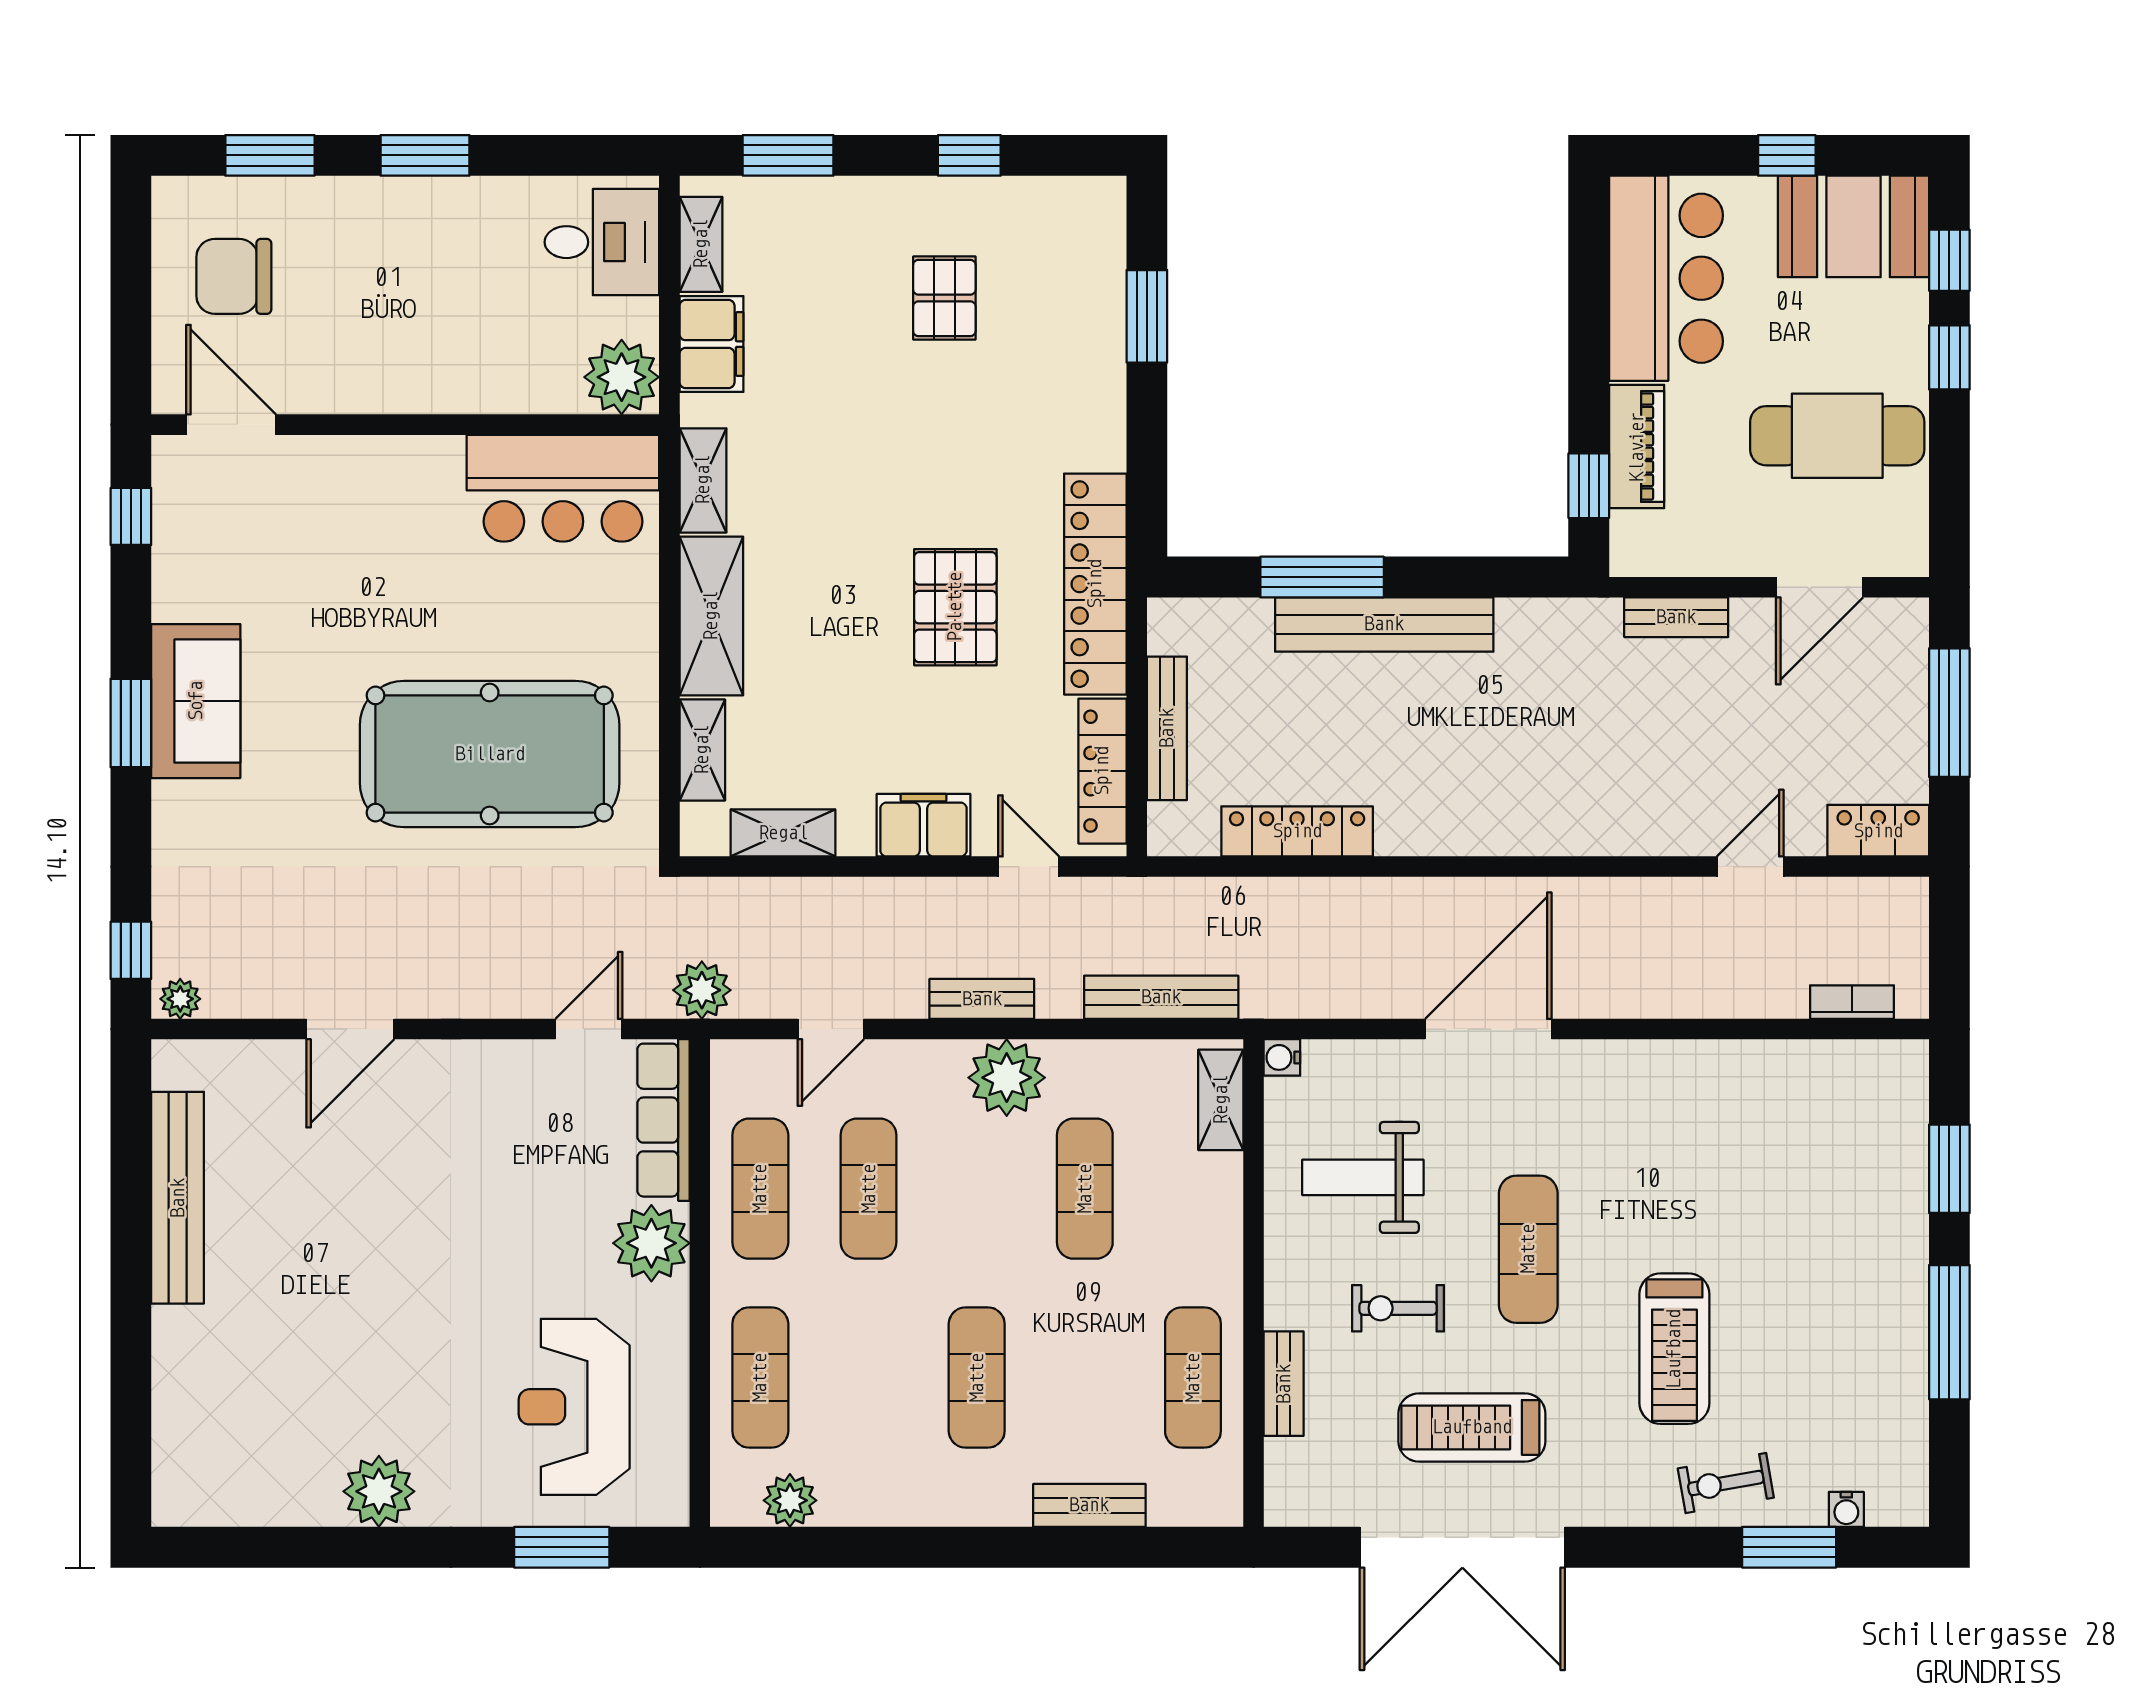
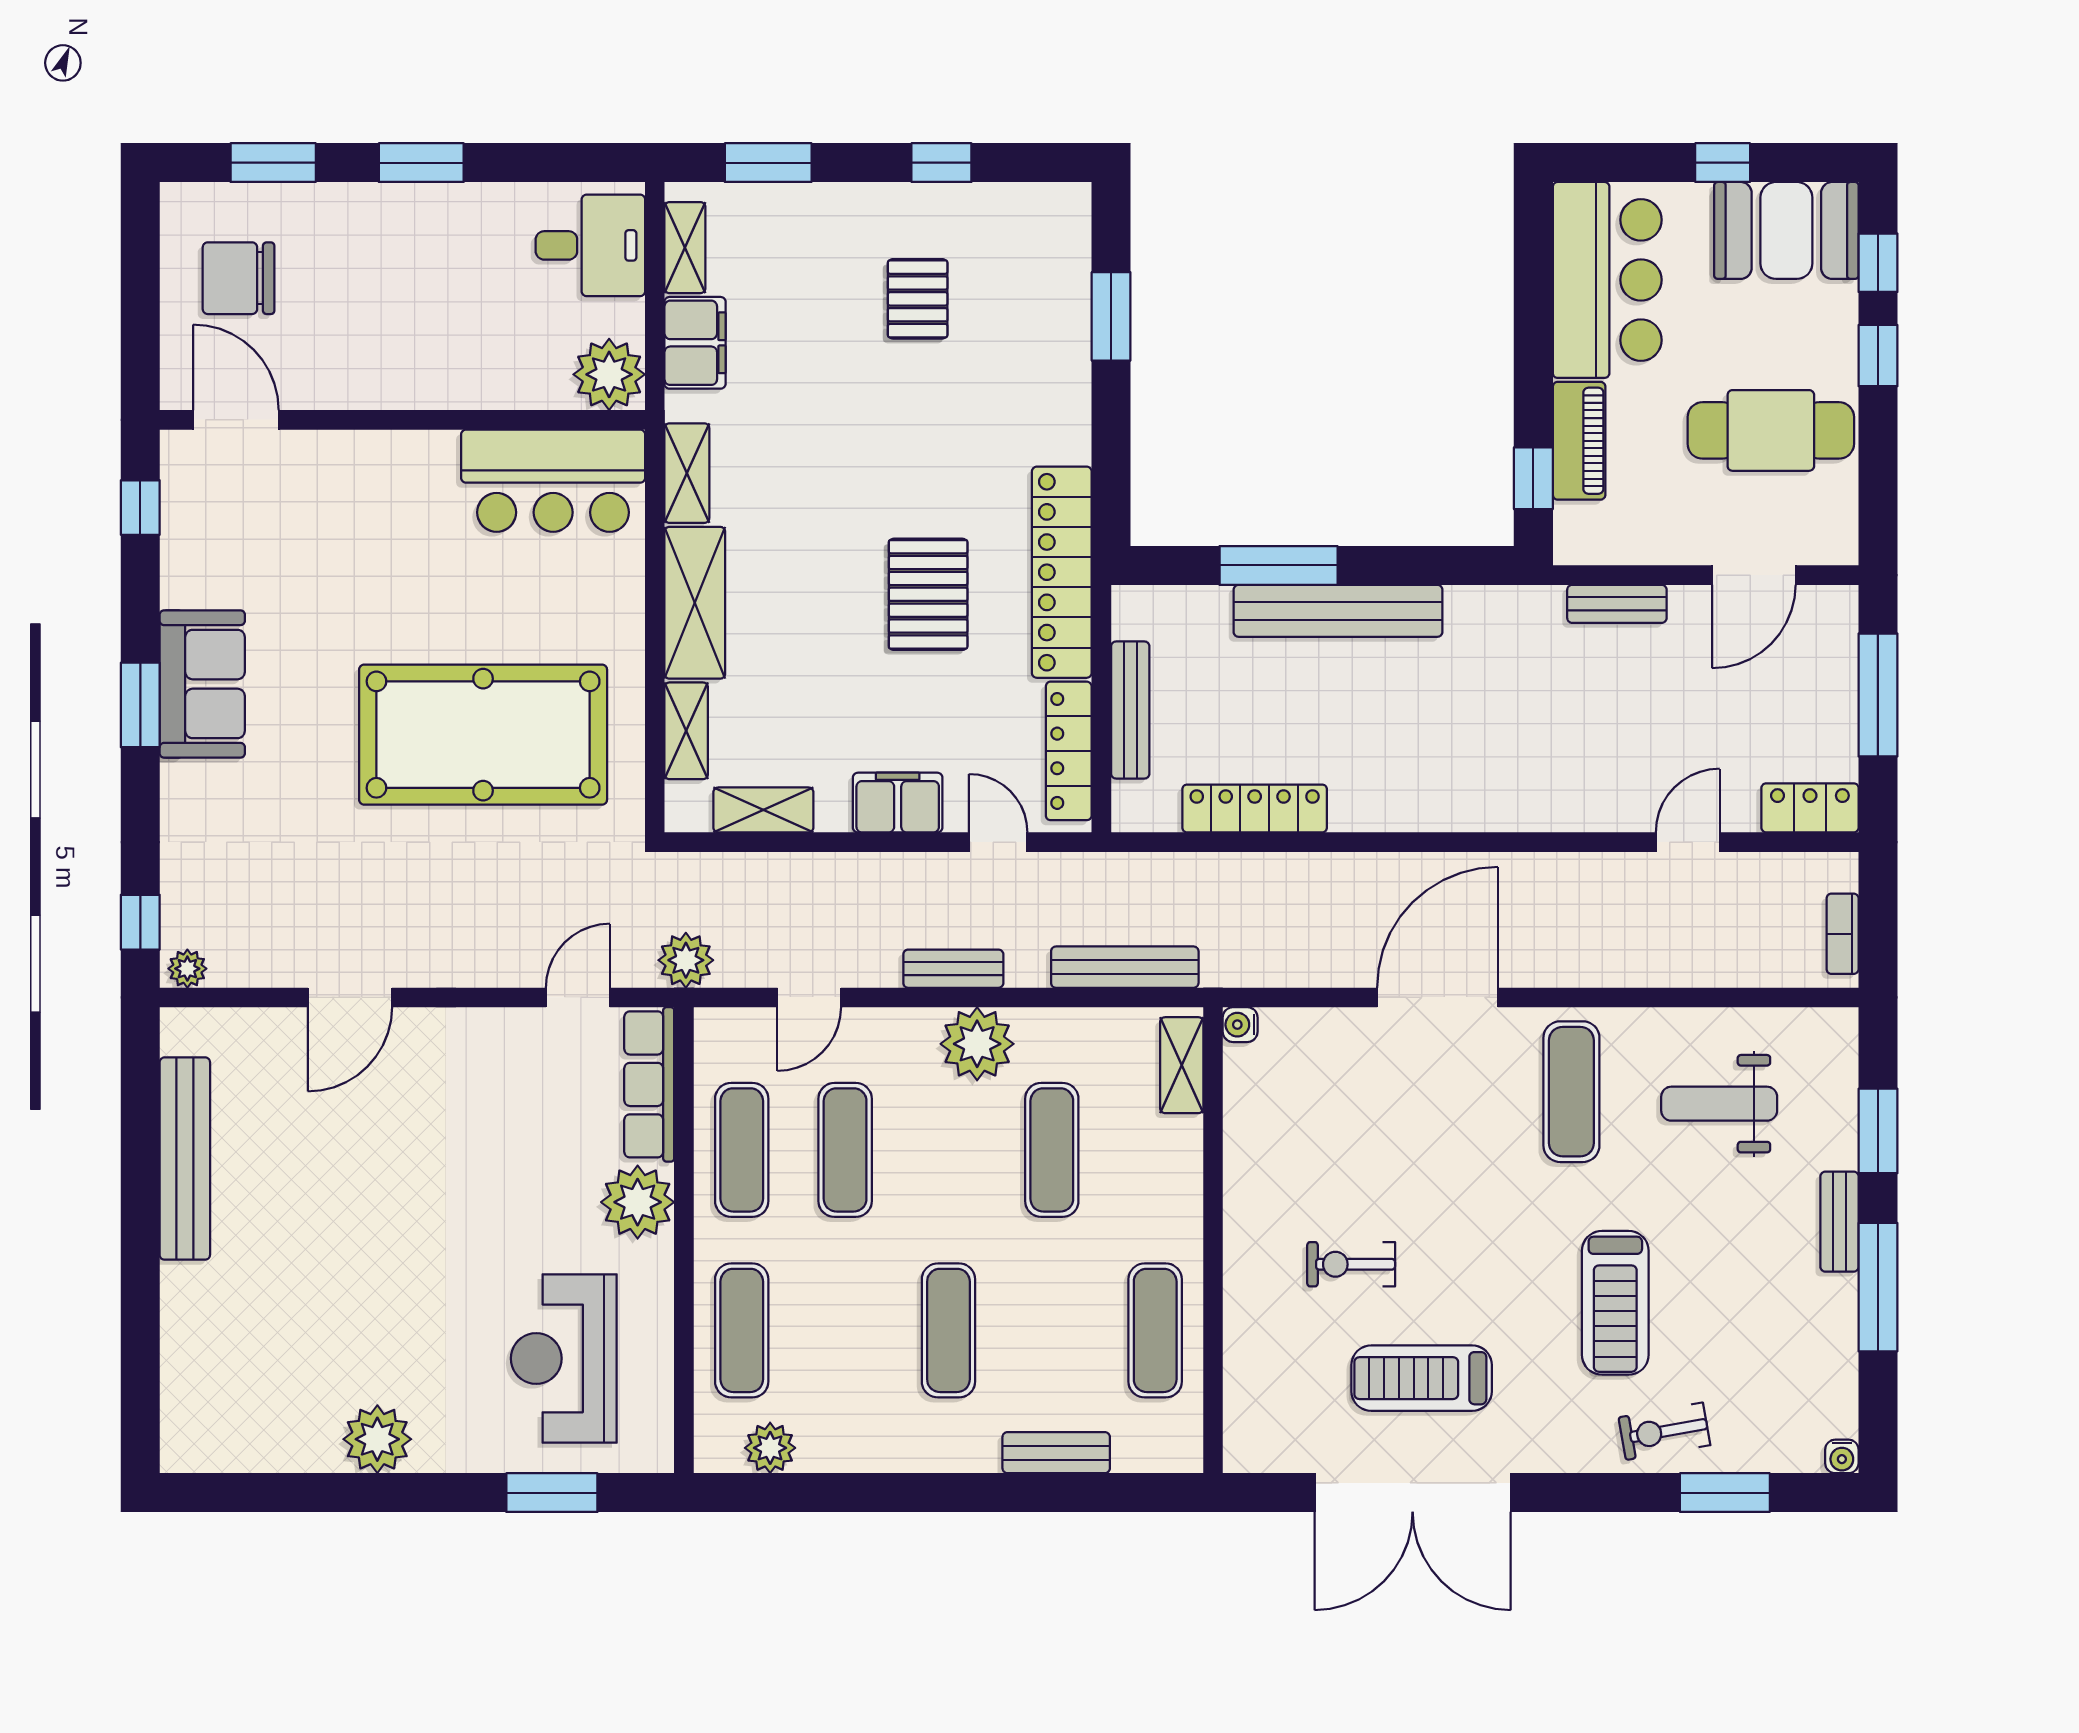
bookcase: (1852, 1002) -> (1843, 934), moved, turned -90
weight bench: (1363, 1177) -> (1719, 1104), moved
exercise mat: (1528, 1249) -> (1571, 1092), moved
bench: (1284, 1384) -> (1839, 1222), moved
water cooler: (1846, 1509) -> (1842, 1456), moved

